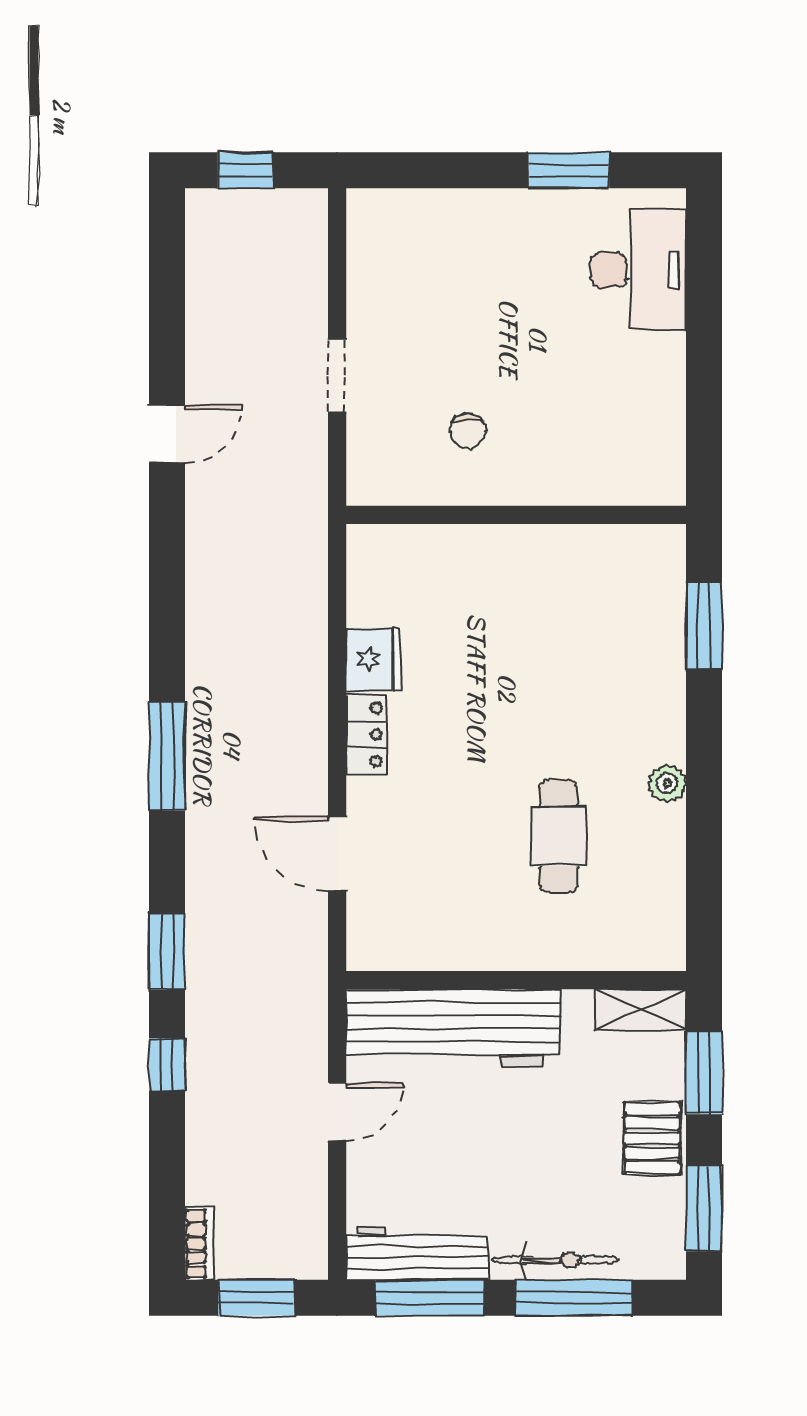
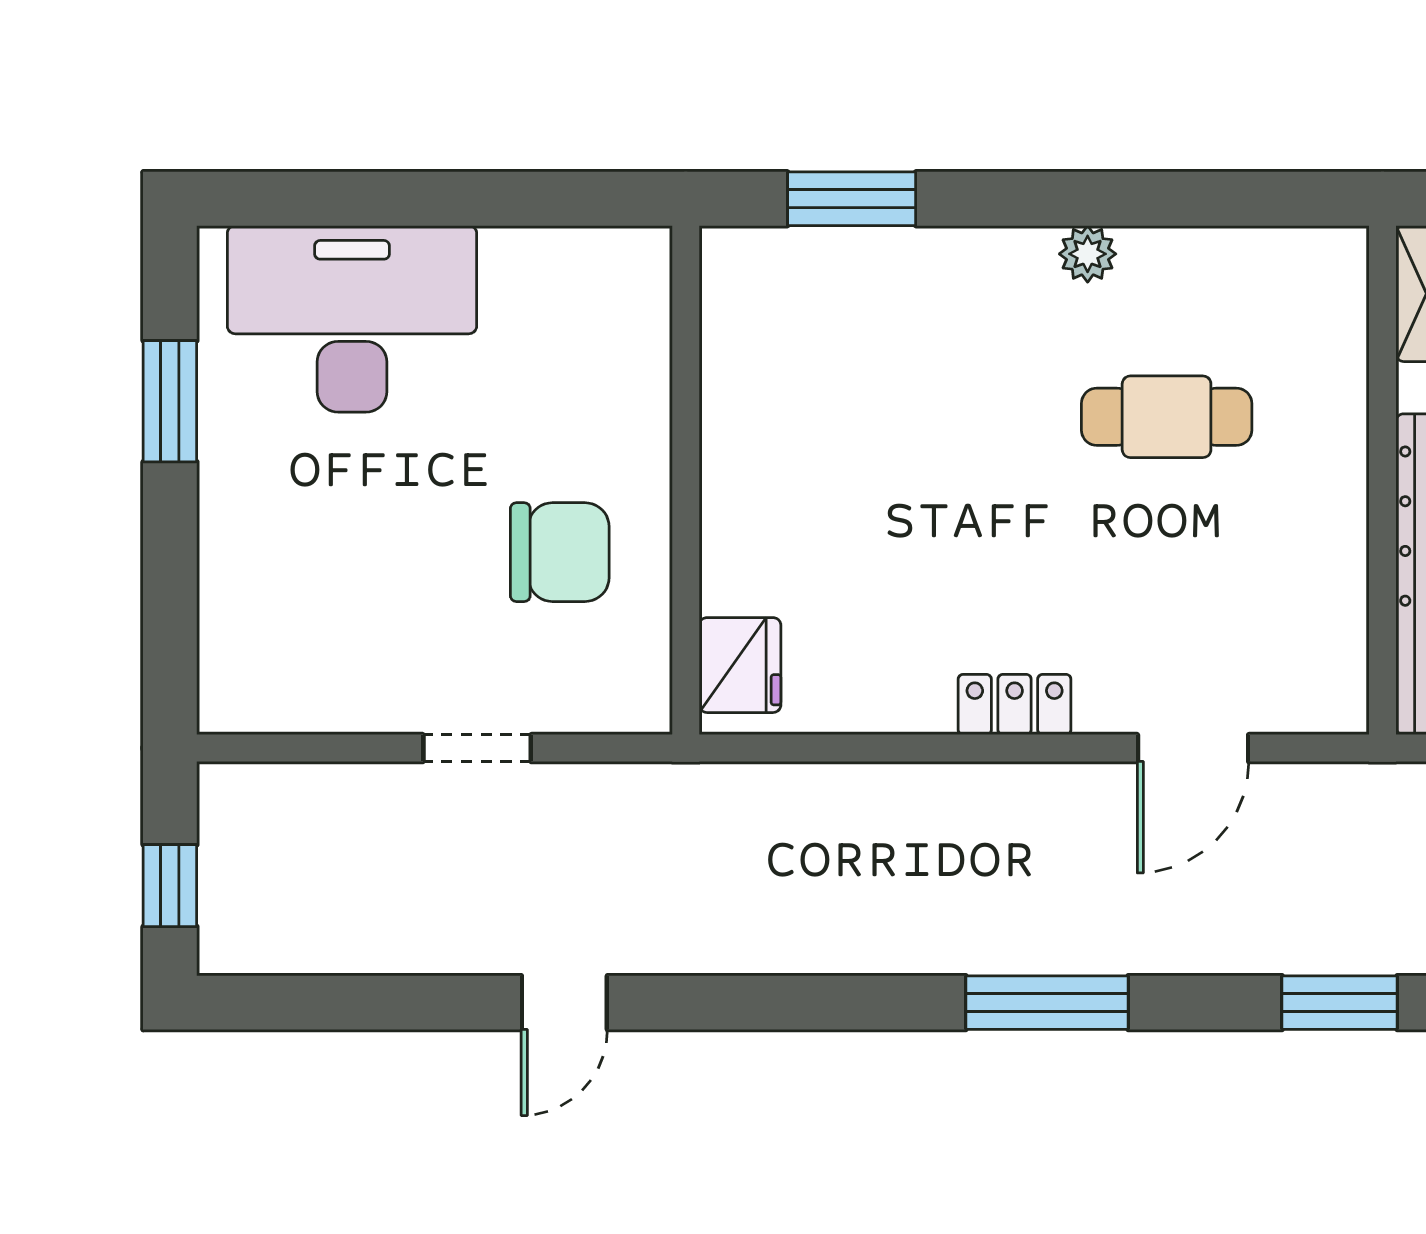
desk: (638, 270) -> (352, 319), width x1.36, depth x1.30
chair: (468, 431) -> (560, 552), width x1.87, depth x1.87
door: (167, 434) -> (564, 1003), swing flipped
fridge: (373, 659) -> (740, 665), moved, turned 90

